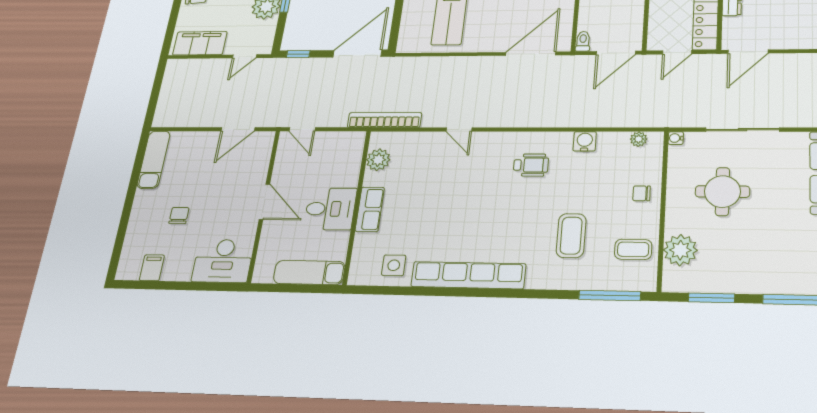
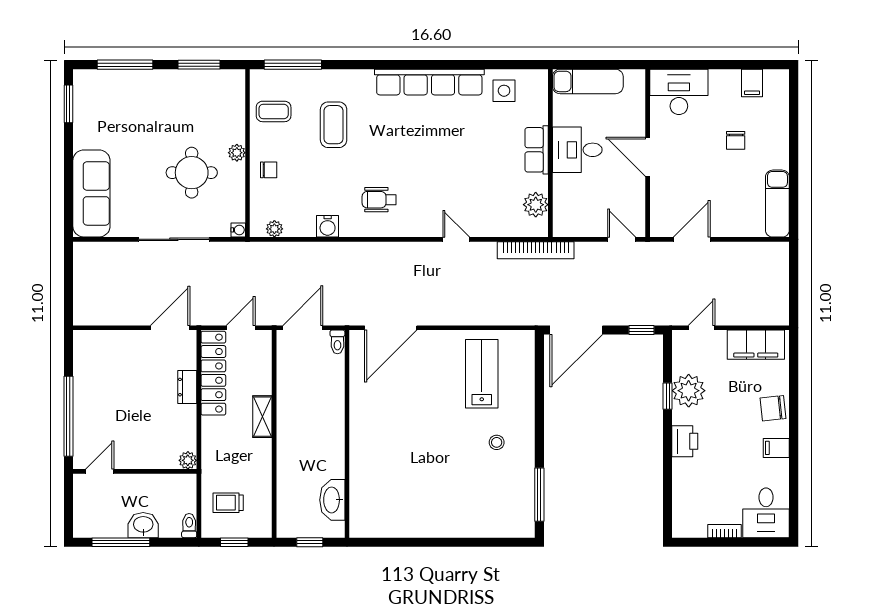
plant: (680, 250) -> (237, 153), moved, width x0.53, depth x0.53

